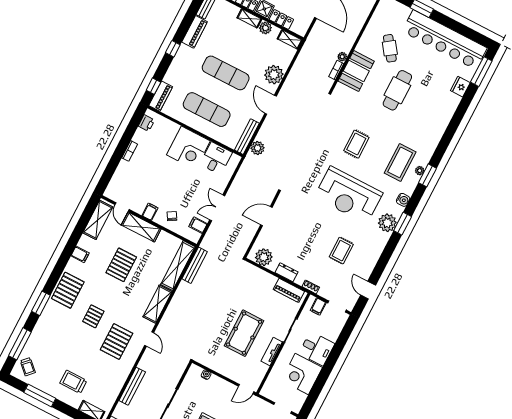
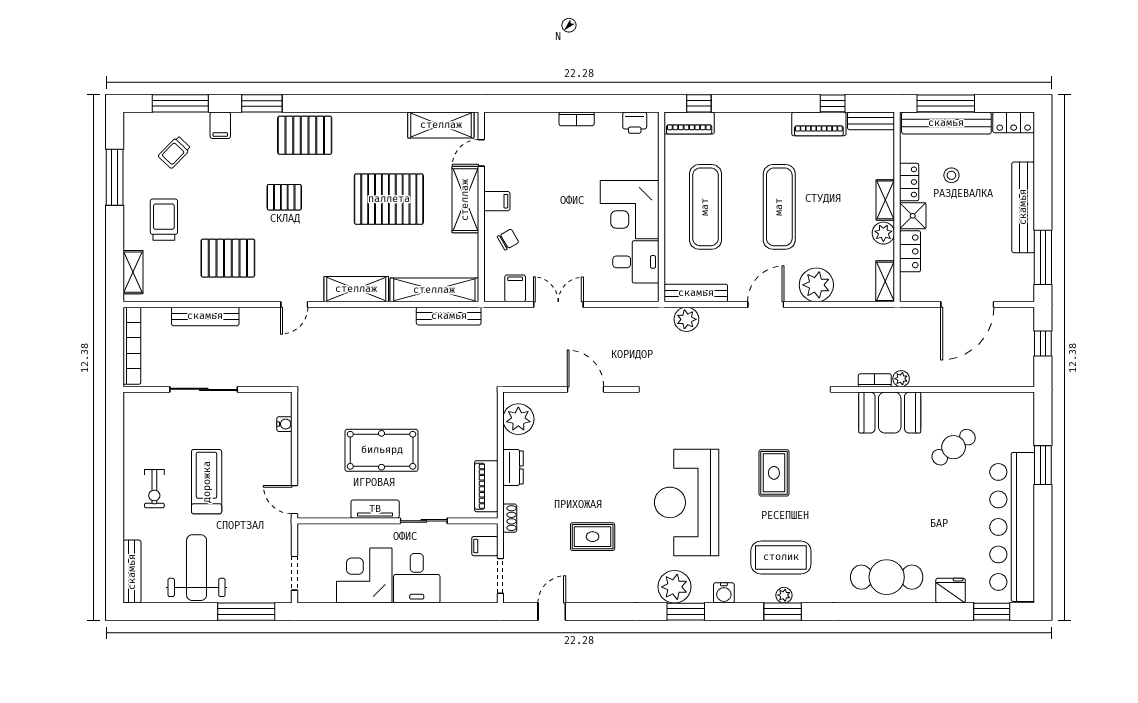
window: (173, 49) -> (833, 103), moved
window: (481, 72) -> (992, 612), width x0.69
cafe table: (397, 90) -> (887, 577), moved
rug: (356, 144) -> (774, 473), turned 90
filing cabinet: (80, 254) -> (220, 125), moved
pallet: (121, 265) -> (389, 199), width x1.37, depth x1.41
pallet: (117, 341) -> (228, 258), moved
trolley: (28, 367) -> (175, 152), moved

